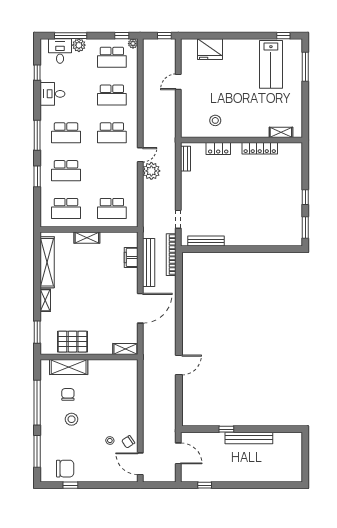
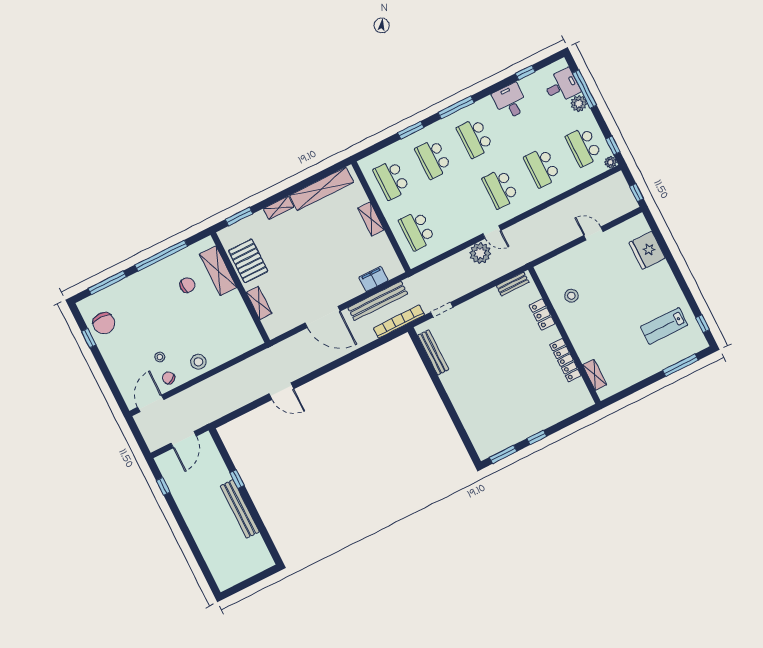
lab bench: (271, 64) -> (664, 326), width x0.73, depth x0.72
shelving: (125, 349) -> (259, 303), moved
stool: (72, 419) -> (198, 362), moved

